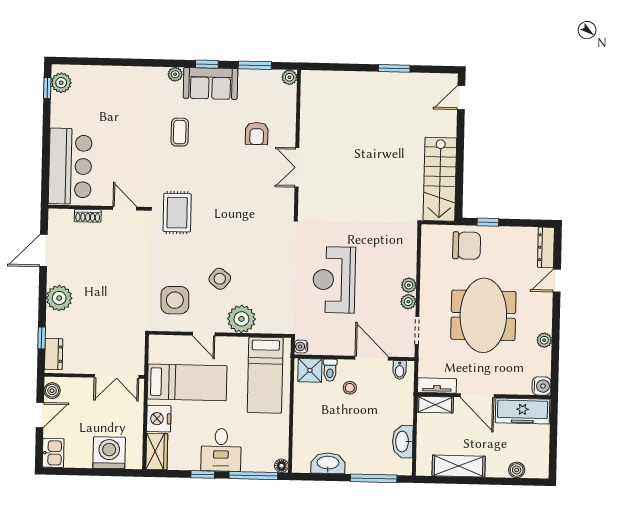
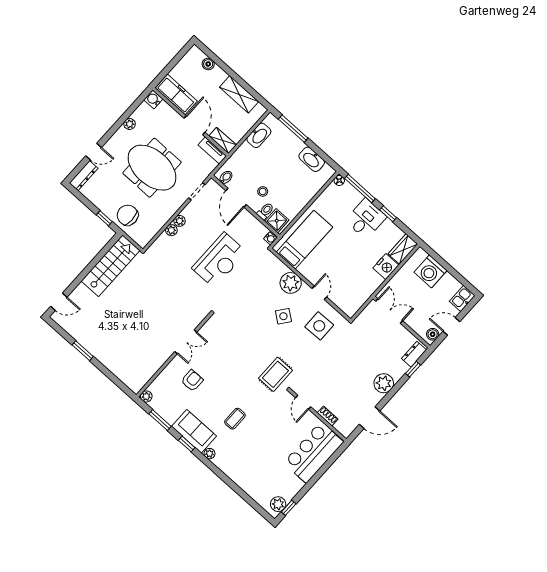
plant: (408, 302) -> (171, 230), moved
meeting table: (483, 315) -> (152, 168), turned 90
bed: (187, 382) -> (352, 273), removed

